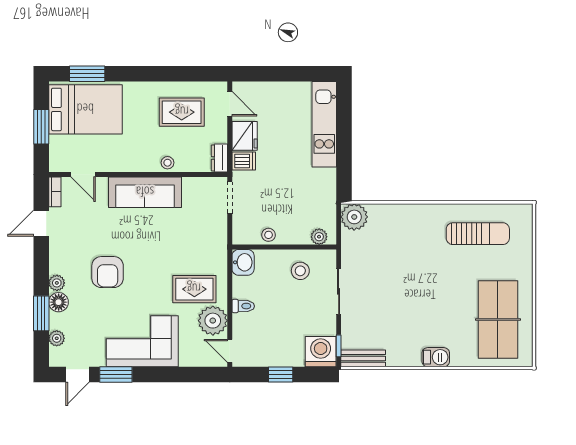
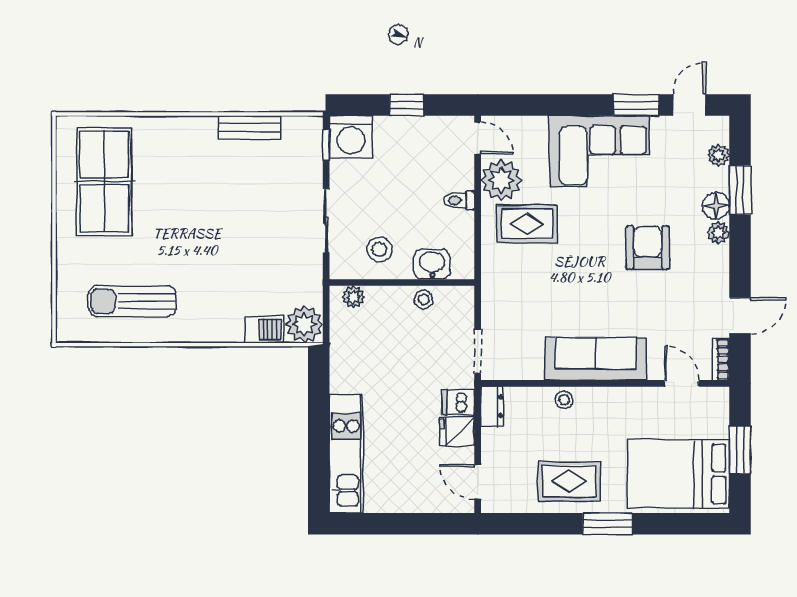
window: (87, 74) -> (608, 524), moved
rug: (182, 112) -> (569, 481), moved
fridge: (245, 136) -> (457, 431), width x0.72
washbasin: (243, 262) -> (432, 264), moved, turned 90
barbecue: (436, 357) -> (264, 330), moved, turned 180
bench: (363, 358) -> (250, 127), moved

